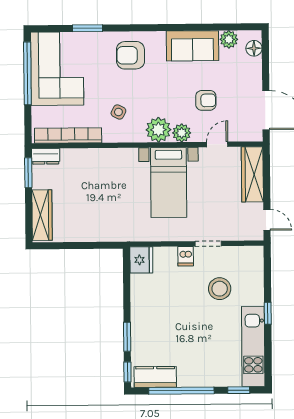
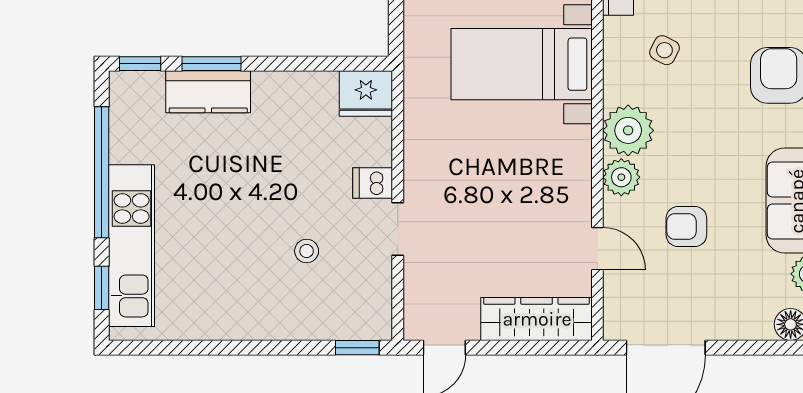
armchair: (206, 100) -> (686, 227), turned 90
bed with nightstands: (169, 182) -> (522, 64), moved
stool: (220, 289) -> (307, 251), width x0.53, depth x0.53
window: (268, 313) -> (357, 348), moved
kitchen unit: (253, 346) -> (132, 246), moved, turned 90
kitchen counter: (155, 377) -> (208, 92), moved, turned 90

